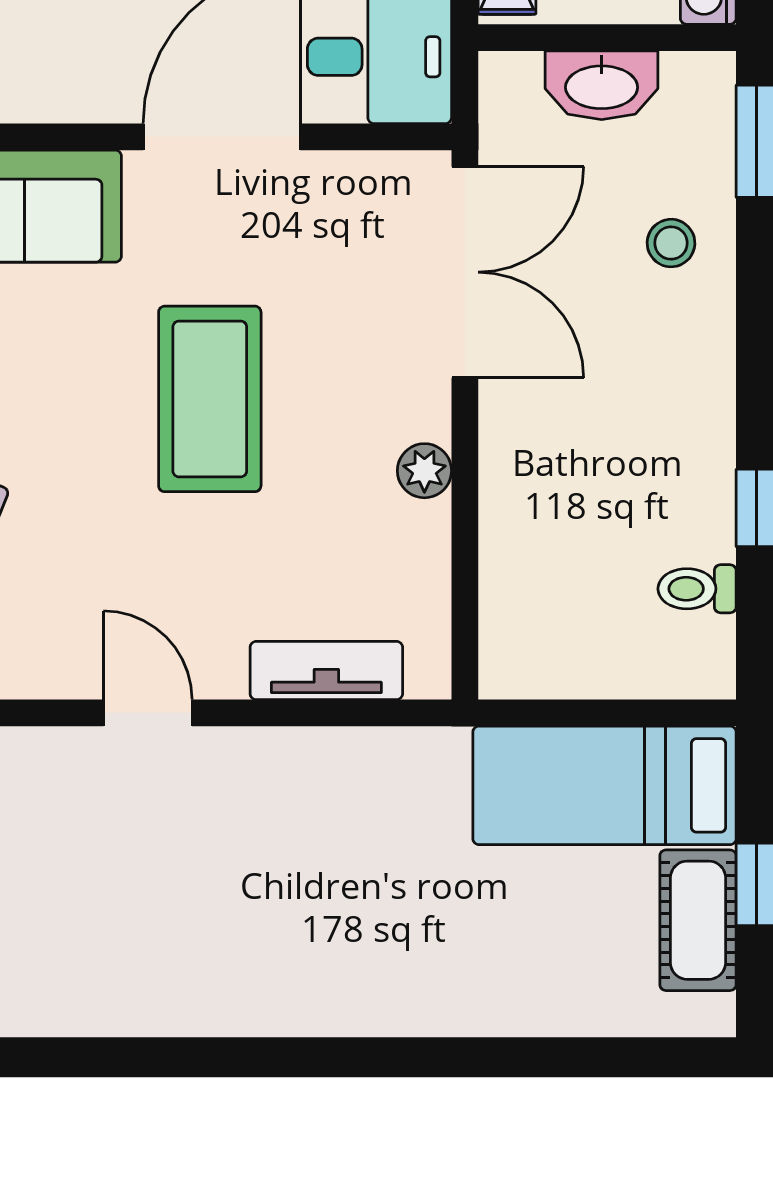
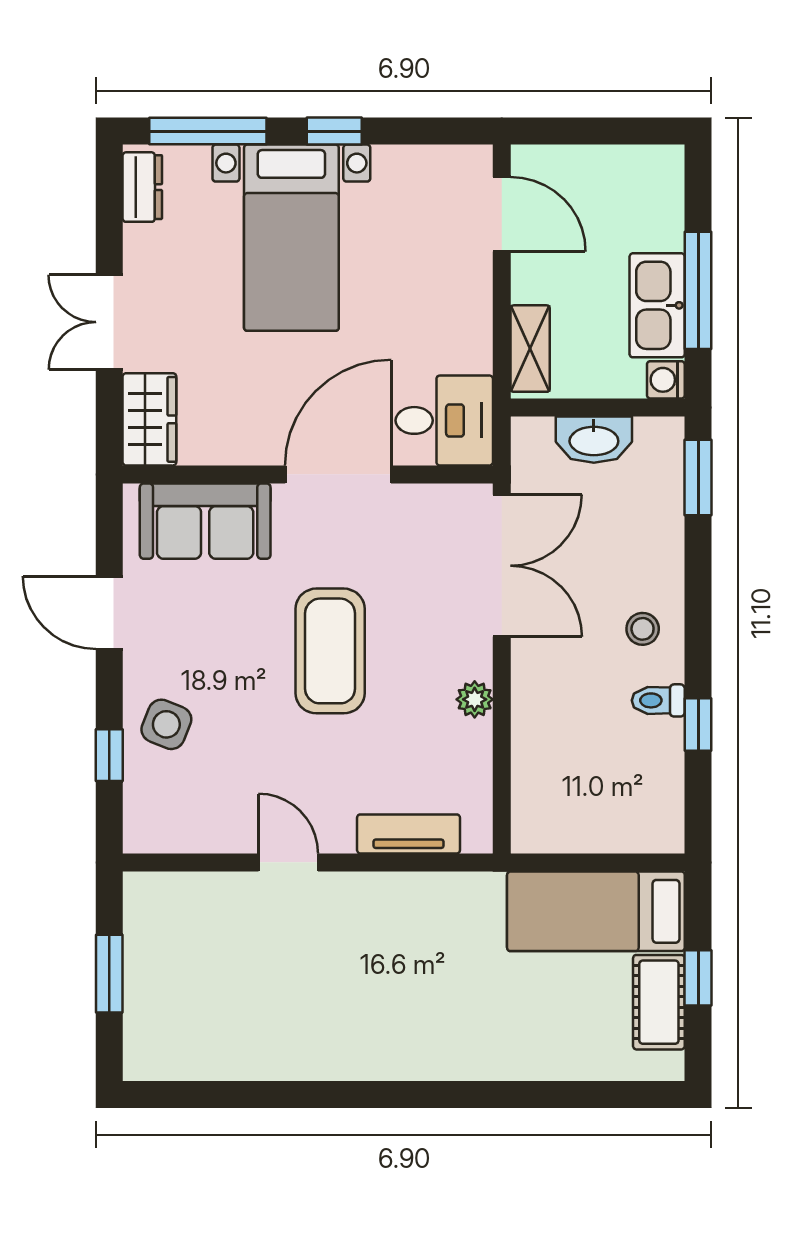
stool: (671, 243) -> (643, 629), moved
toilet: (697, 589) -> (658, 700), moved

